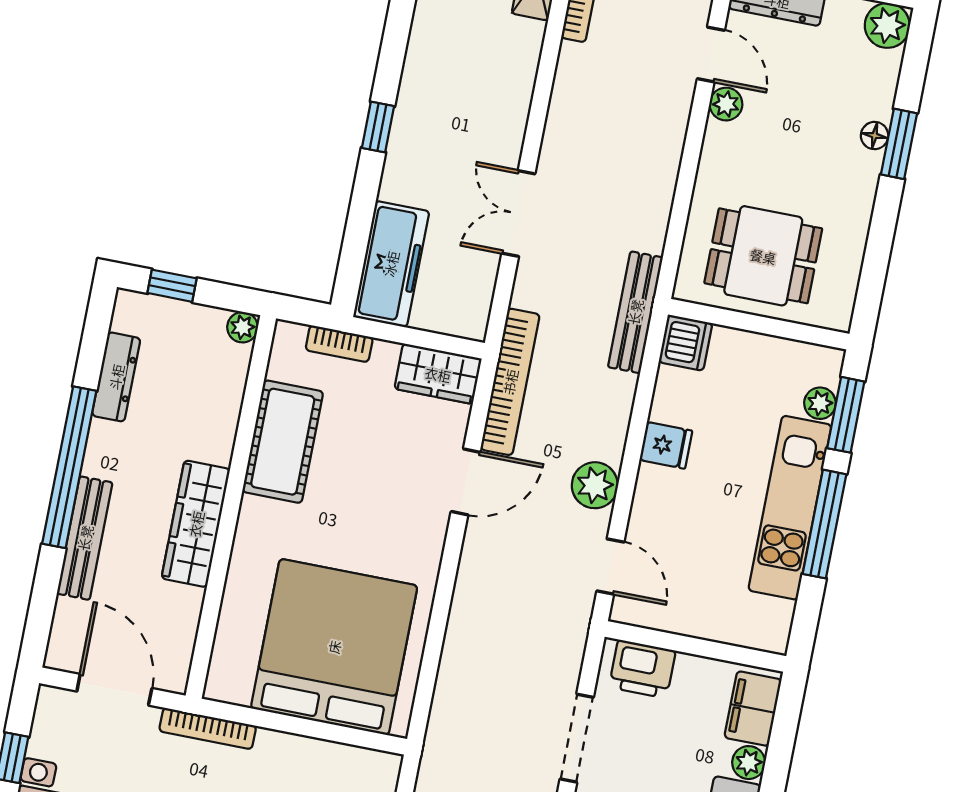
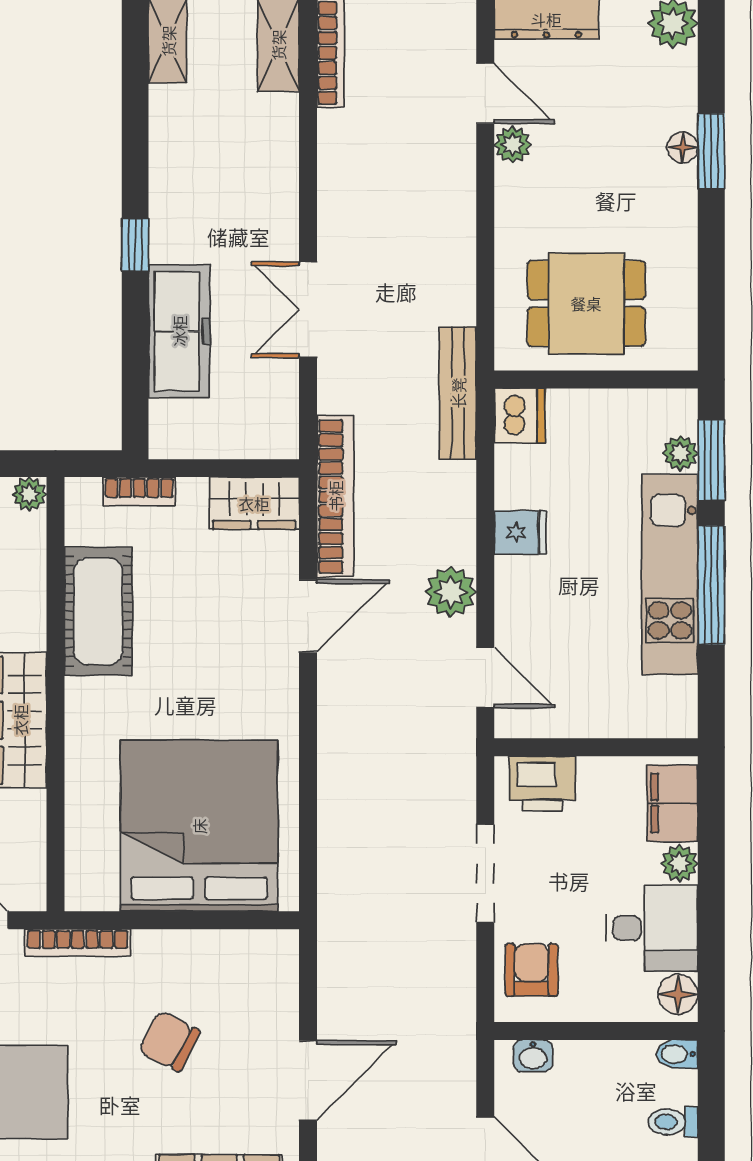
freezer: (391, 264) -> (179, 331), moved

